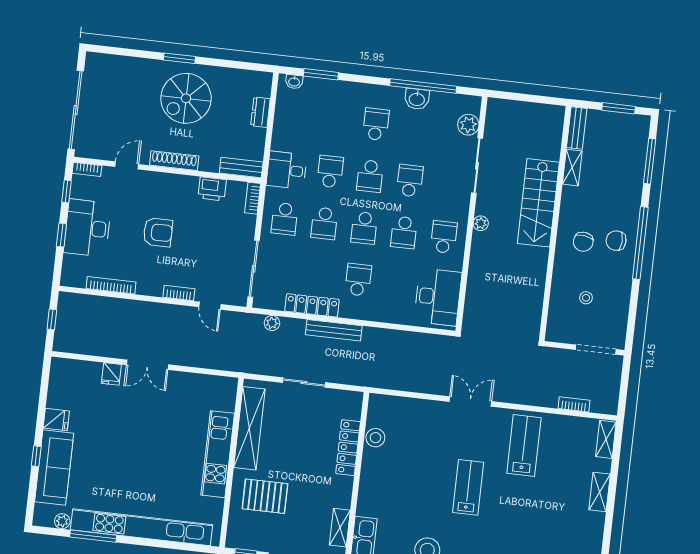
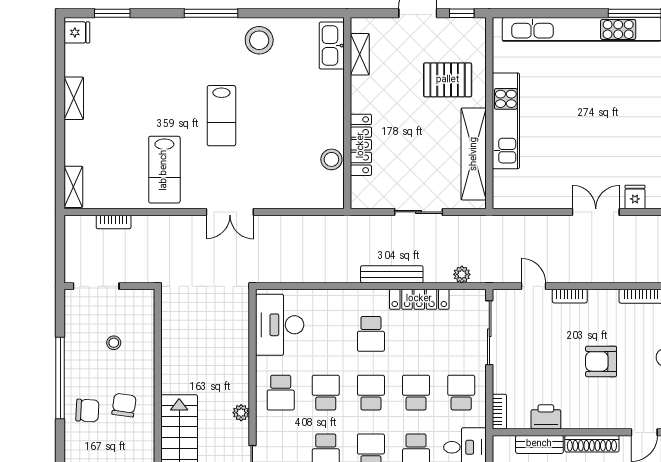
bench: (241, 168) -> (539, 444), moved
window: (640, 243) -> (60, 378), moved
shelving: (600, 492) -> (74, 98), moved

